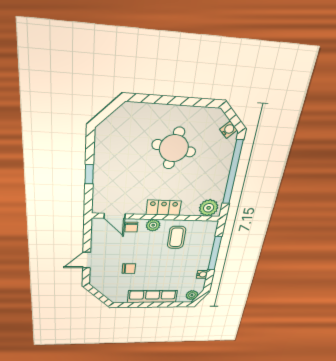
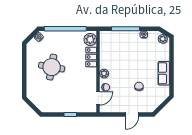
locker: (164, 208) -> (91, 57), moved
coffee table: (177, 237) -> (113, 57), removed
door: (87, 260) -> (132, 115), hinge flipped
row of seats: (152, 296) -> (164, 73), width x0.68

